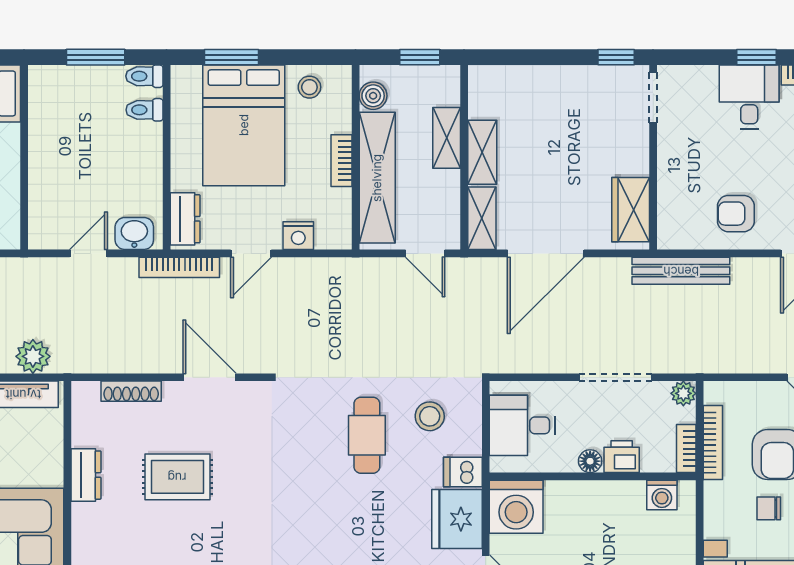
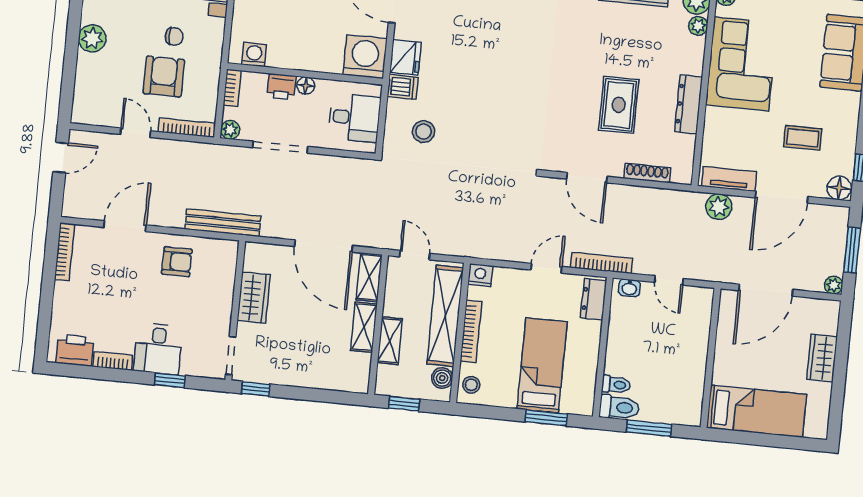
window: (757, 57) -> (170, 380), moved
toilet: (144, 76) -> (619, 407), width x1.37, depth x1.39
stool: (309, 87) -> (471, 385), moved
bed: (244, 125) -> (542, 365), width x0.67
bookcase: (341, 161) -> (471, 331), width x1.56
wardrobe: (631, 210) -> (254, 298), moved
washbasin: (134, 233) -> (629, 288), width x0.72, depth x0.69
nightstand: (298, 236) -> (480, 275), moved
door: (89, 253) -> (669, 280), hinge flipped
door: (546, 253) -> (324, 246), swing flipped
cafe table: (367, 435) -> (472, 122), removed
bookcase: (713, 442) -> (187, 128), moved, turned 90
dresser: (86, 475) -> (689, 104), width x1.44
rug: (177, 477) -> (619, 105), turned 90
fridge: (457, 519) -> (405, 57), width x0.73, depth x0.75

